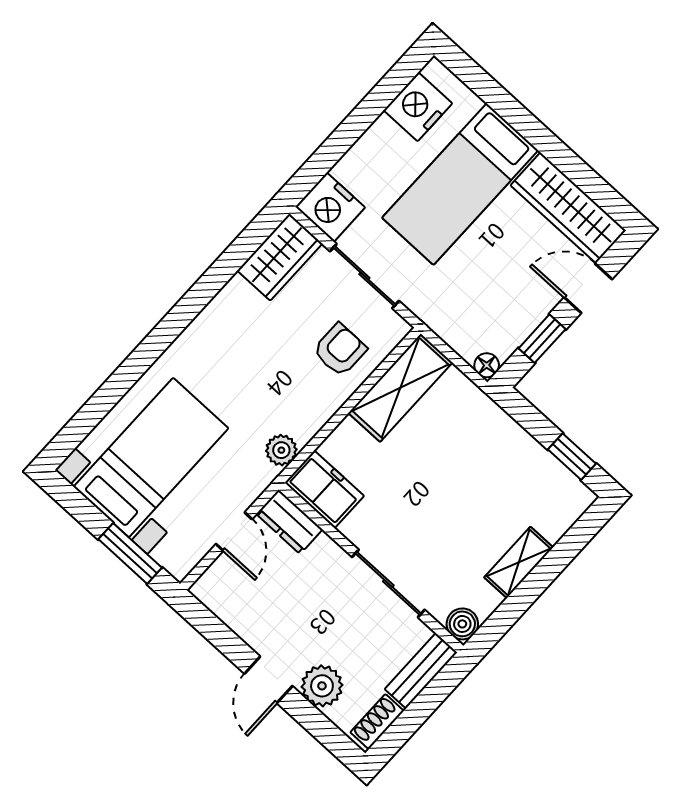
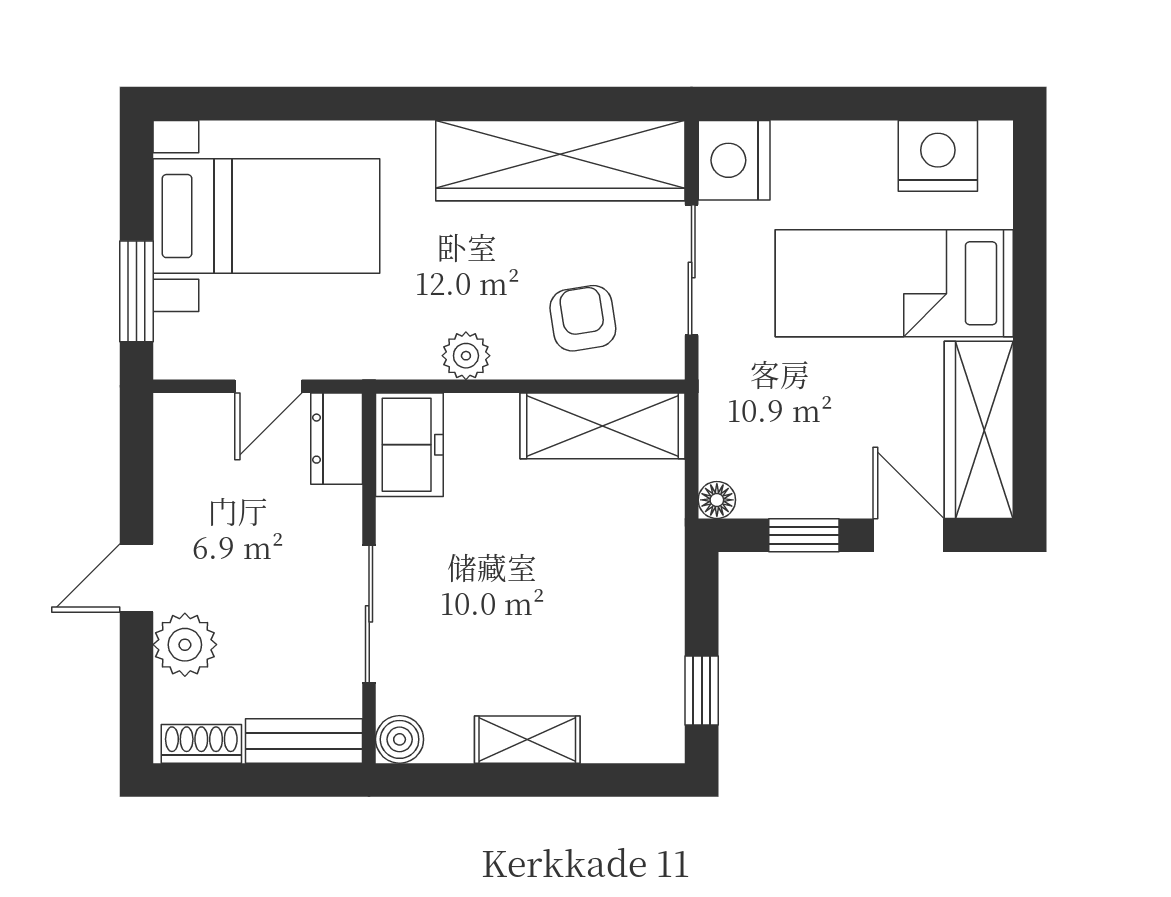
wardrobe: (280, 257) -> (560, 161), width x2.10, depth x1.17
armchair: (340, 350) -> (583, 318), turned -99
plant: (281, 450) -> (466, 356), moved

